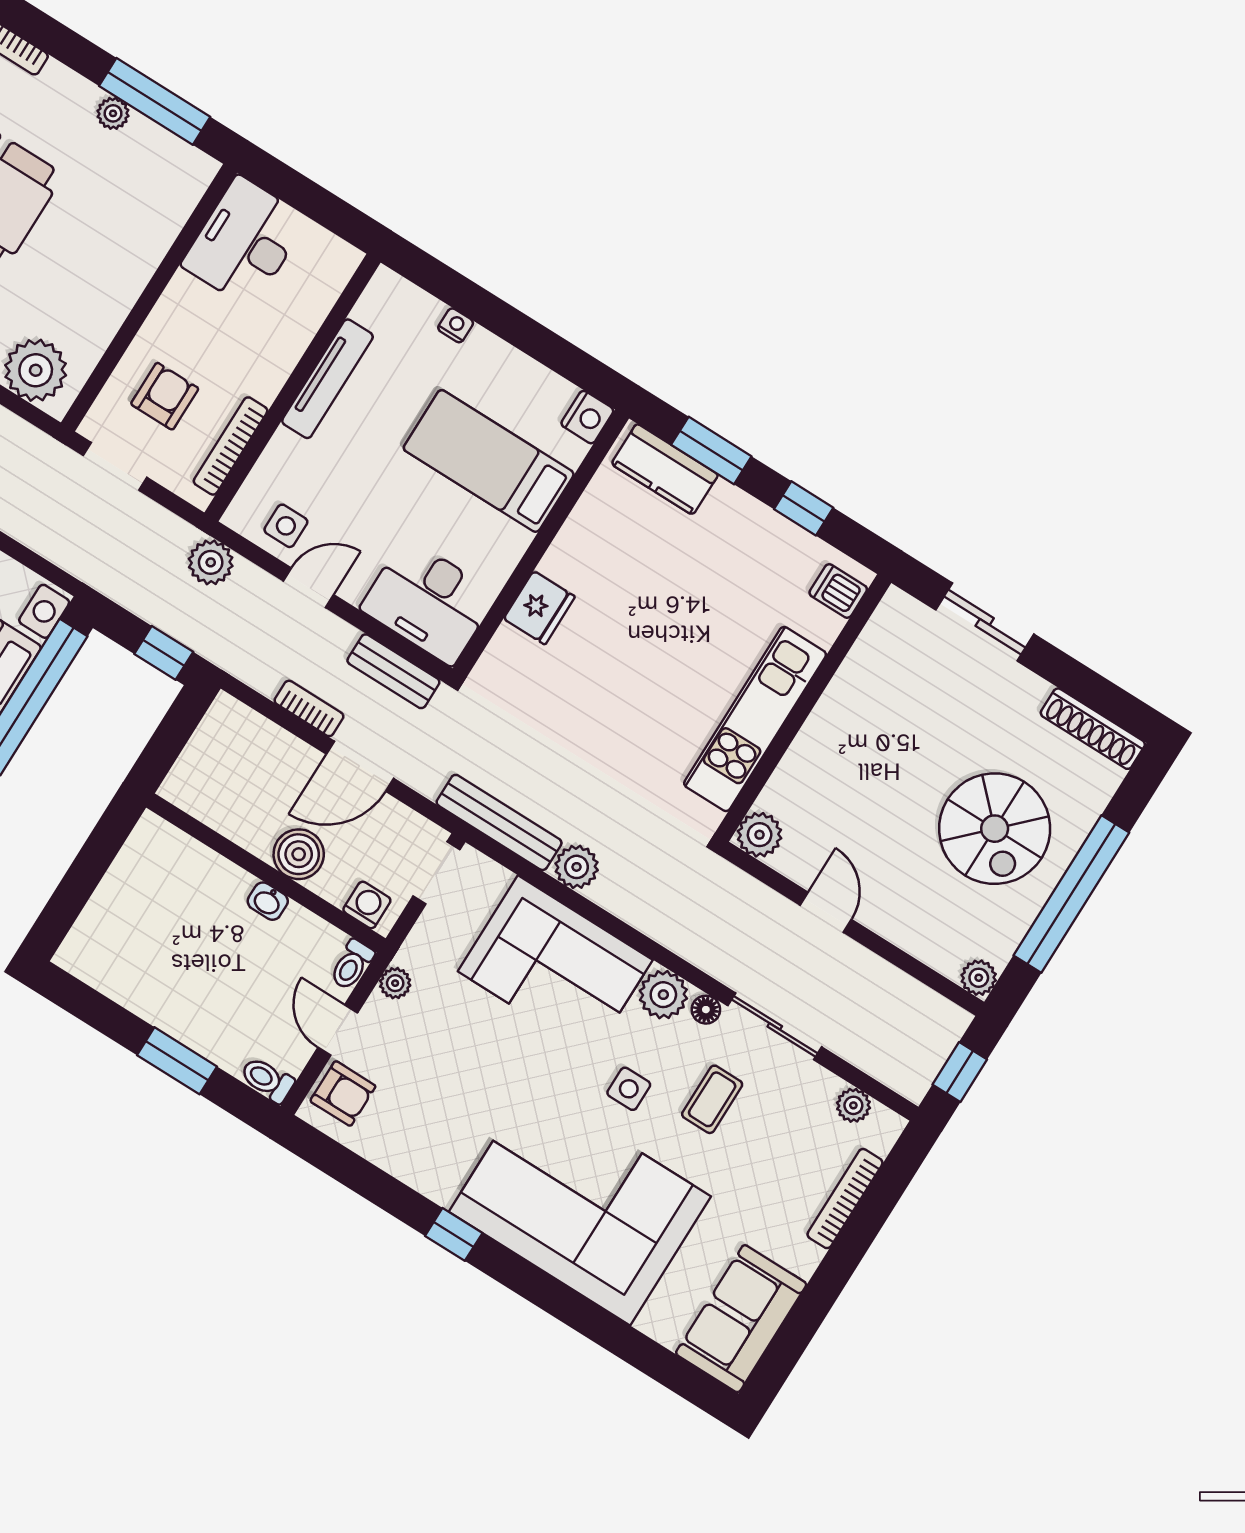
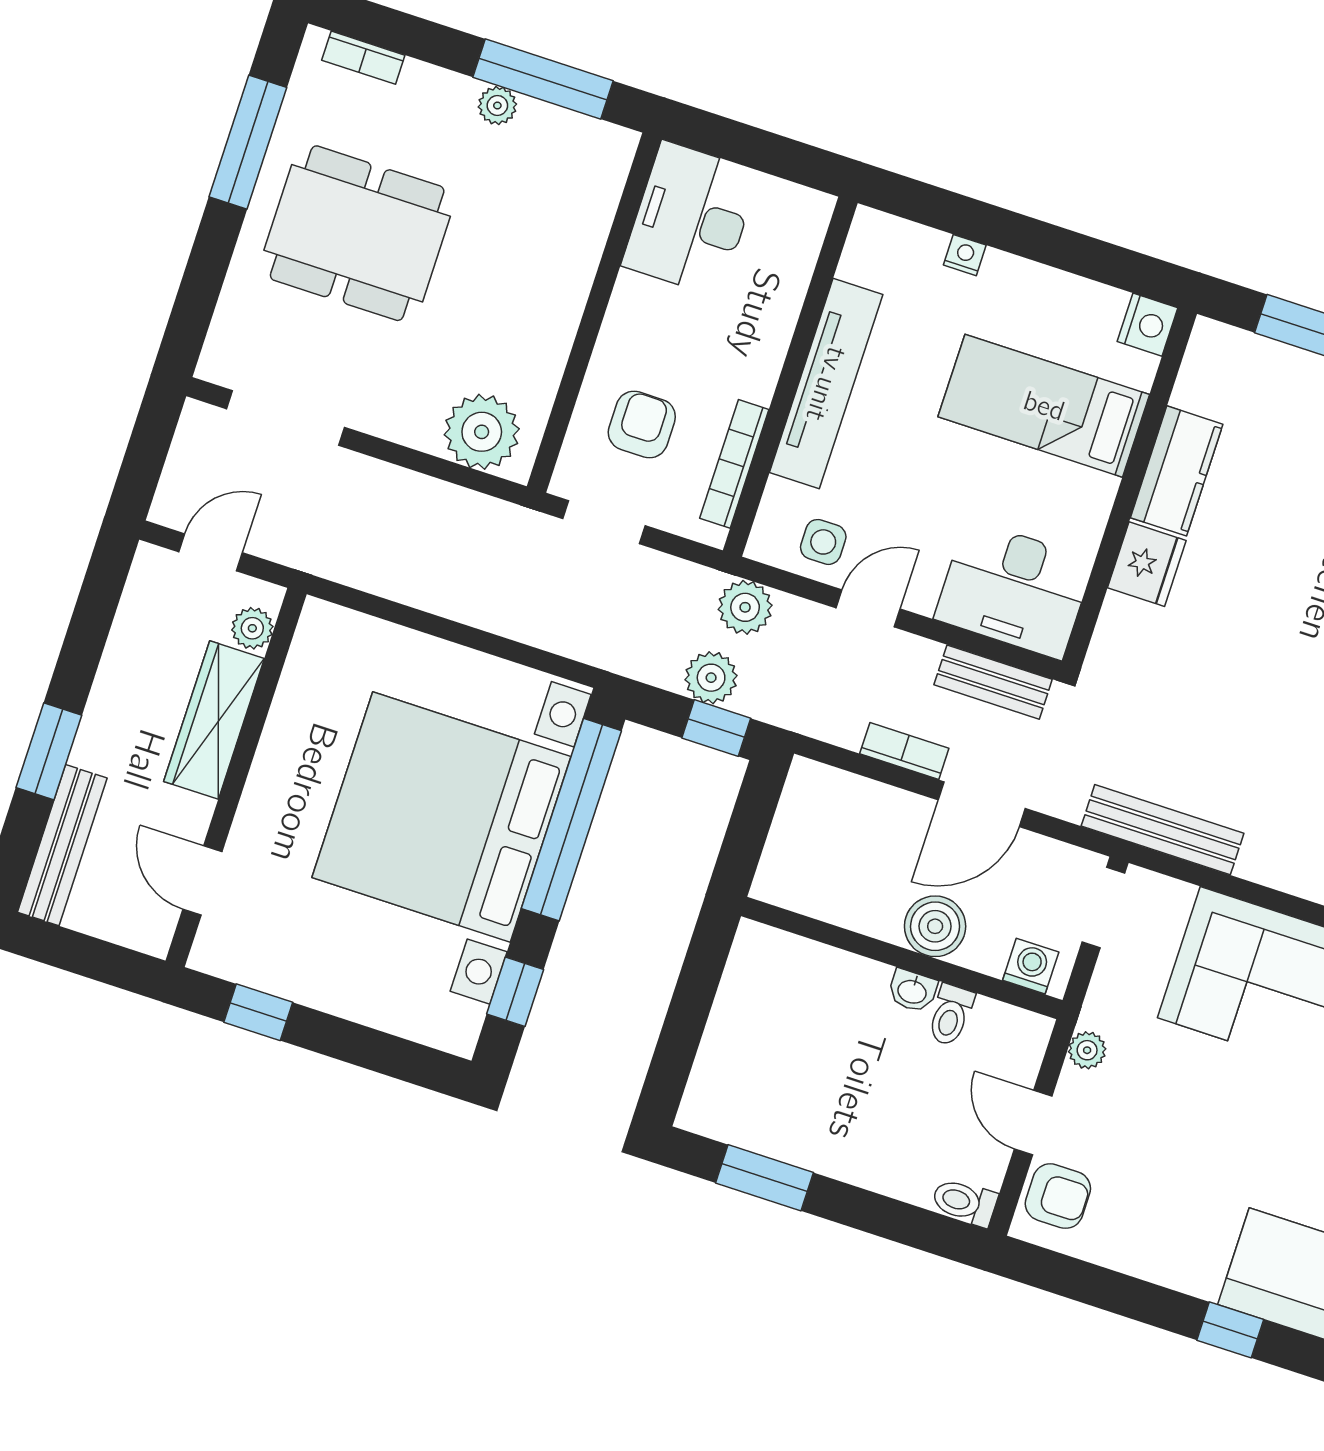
tv unit: (327, 379) -> (826, 384), width x1.36, depth x1.29
kitchen counter: (665, 469) -> (1177, 471), moved, turned -90
plant: (577, 867) -> (711, 678), moved
toilet: (352, 965) -> (951, 1015), moved
window: (177, 1061) -> (764, 1178), moved

